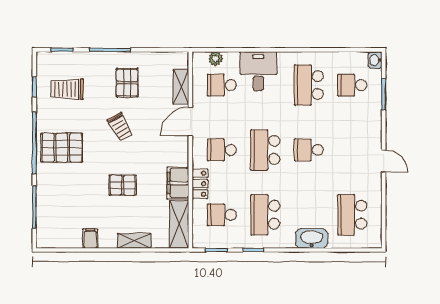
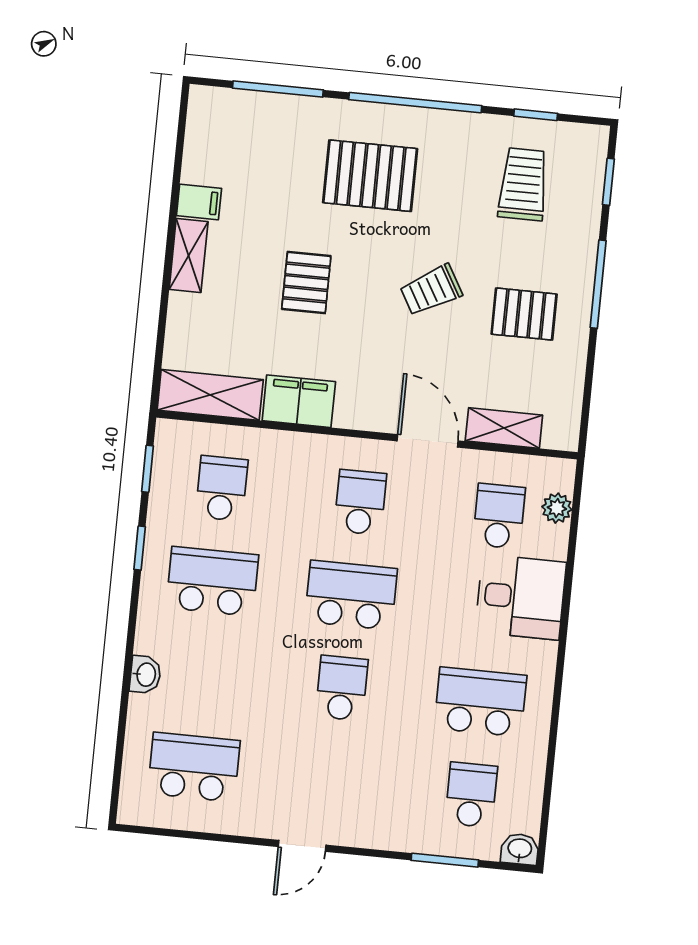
pallet: (62, 148) -> (370, 176), moved, turned 90
locker: (200, 184) -> (293, 448), removed
washbasin: (312, 238) -> (145, 675), width x0.52, depth x0.69
shelving: (134, 241) -> (189, 256), moved

